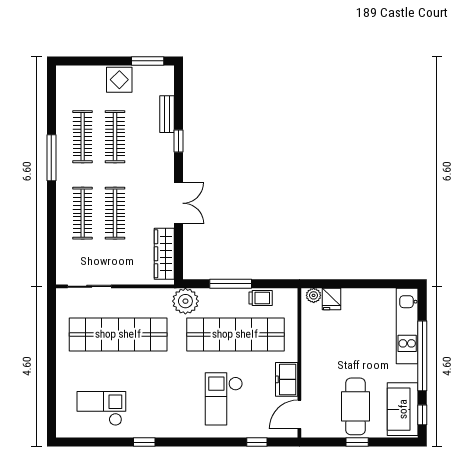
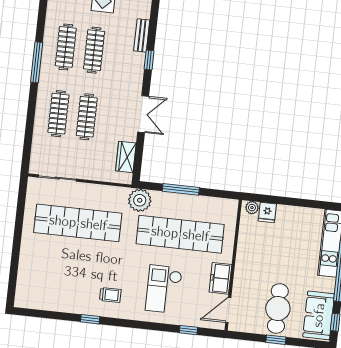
wardrobe: (164, 254) -> (126, 157), width x0.67
trolley: (261, 298) -> (110, 295), moved
checkout: (101, 409) -> (56, 286), removed

